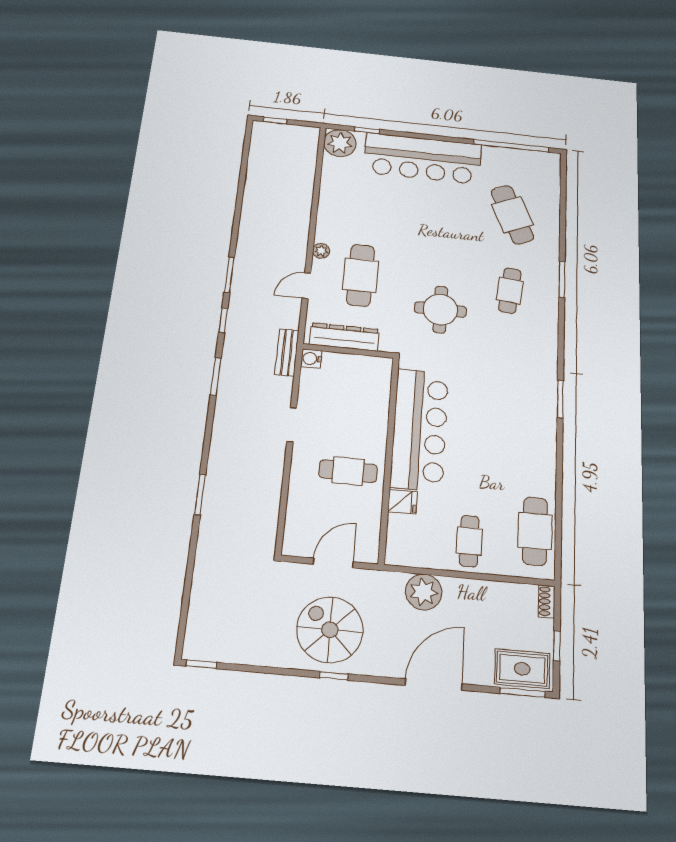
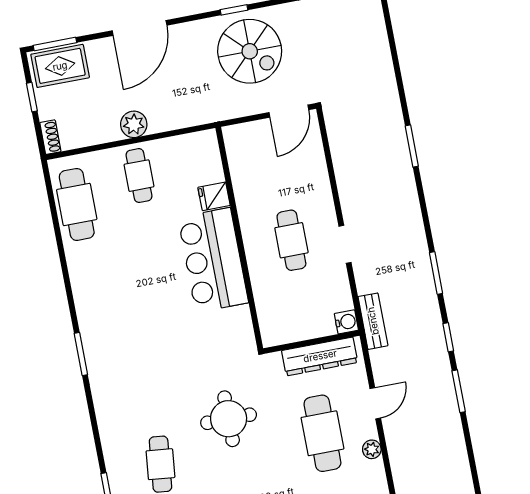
bar counter: (420, 429) -> (213, 260), width x0.73
cafe table: (348, 471) -> (291, 240), moved, turned 90
door: (333, 563) -> (289, 111), moved
plant: (424, 592) -> (134, 124), moved, width x0.73, depth x0.73

